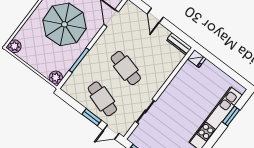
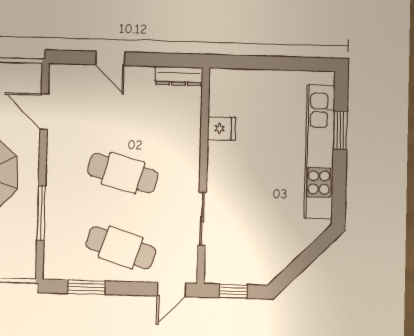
fridge: (197, 59) -> (222, 129), moved
plant: (56, 78) -> (24, 266), removed
window: (92, 117) -> (87, 287), moved

